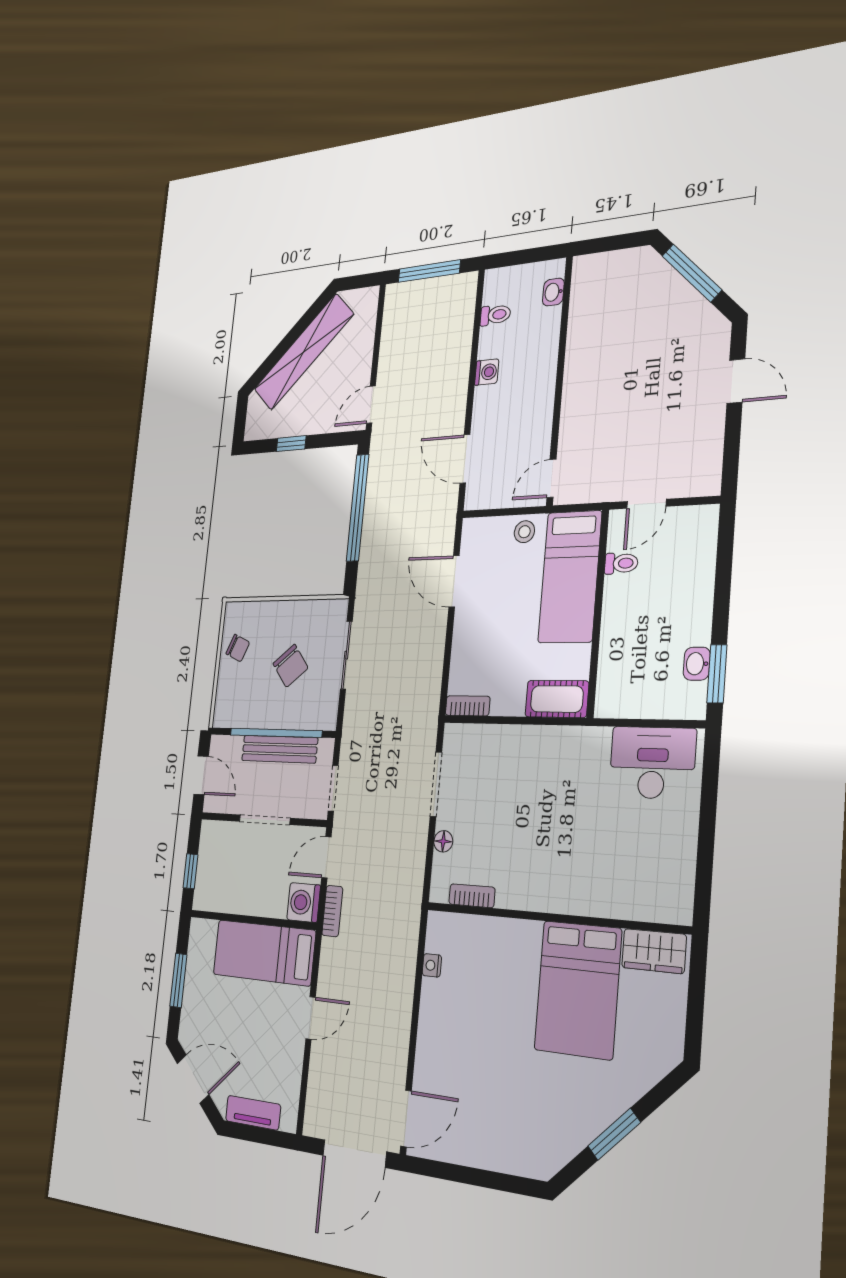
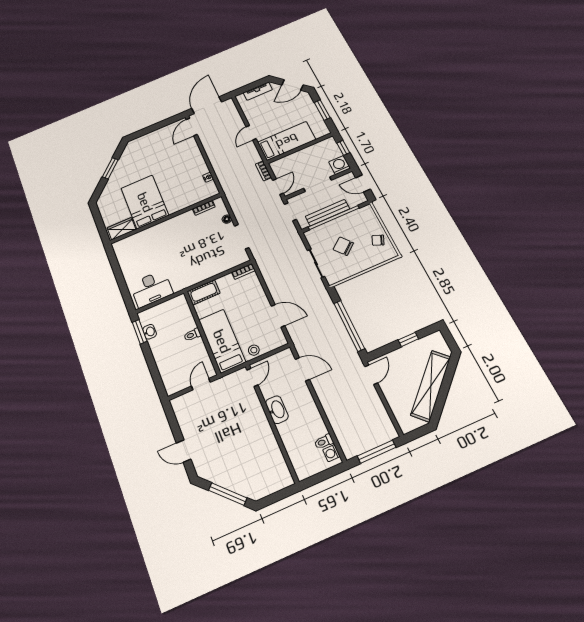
washbasin: (553, 292) -> (277, 410), moved, width x1.91, depth x1.45
washing machine: (487, 372) -> (331, 453), moved
toilet: (621, 563) -> (192, 335), moved
washing machine: (304, 902) -> (339, 165), moved, turned -90

